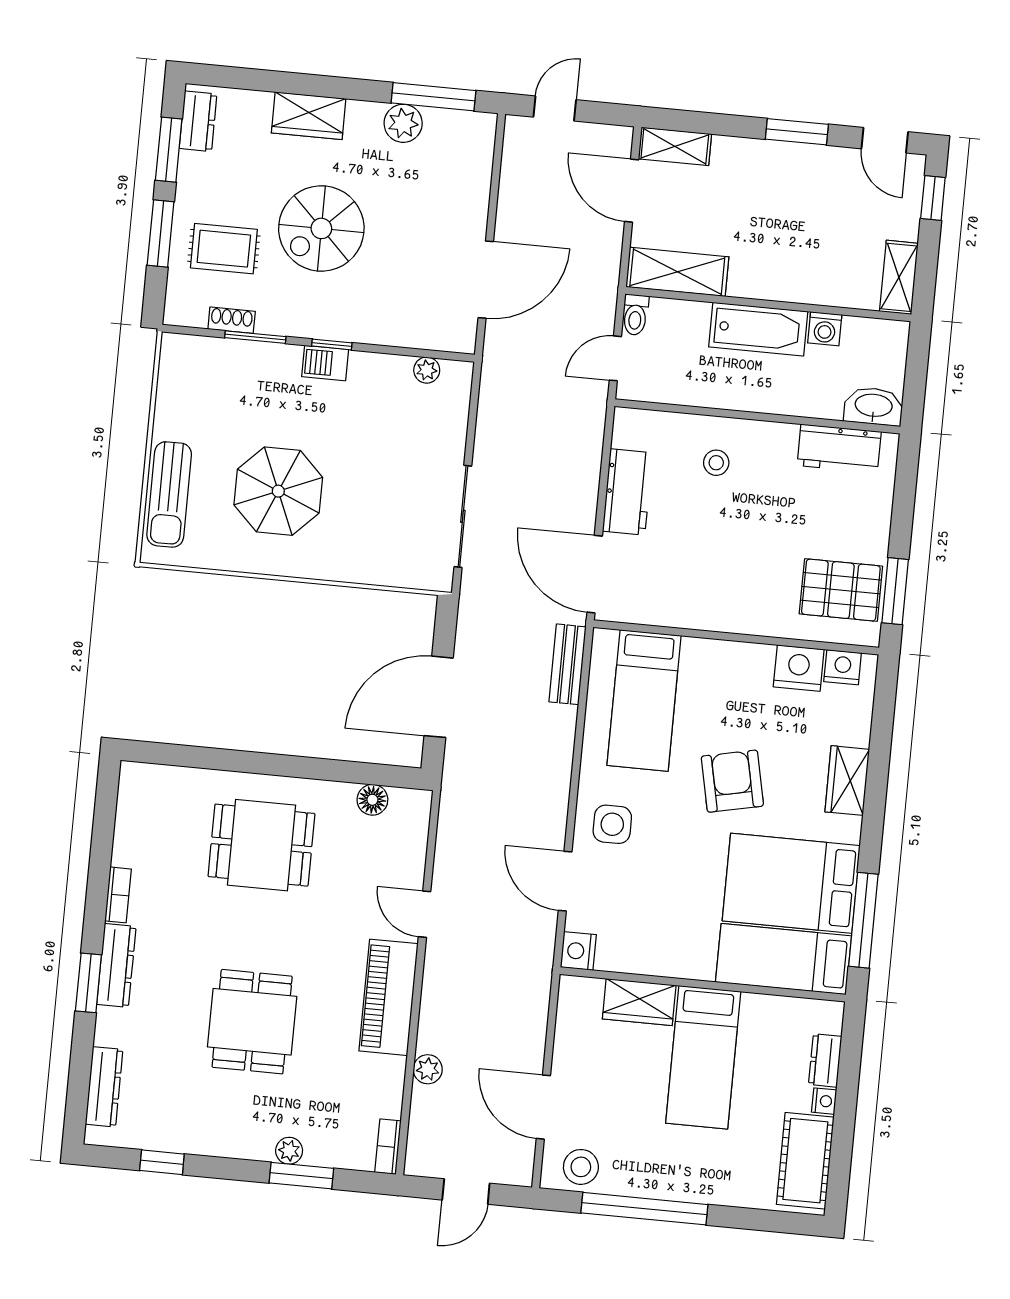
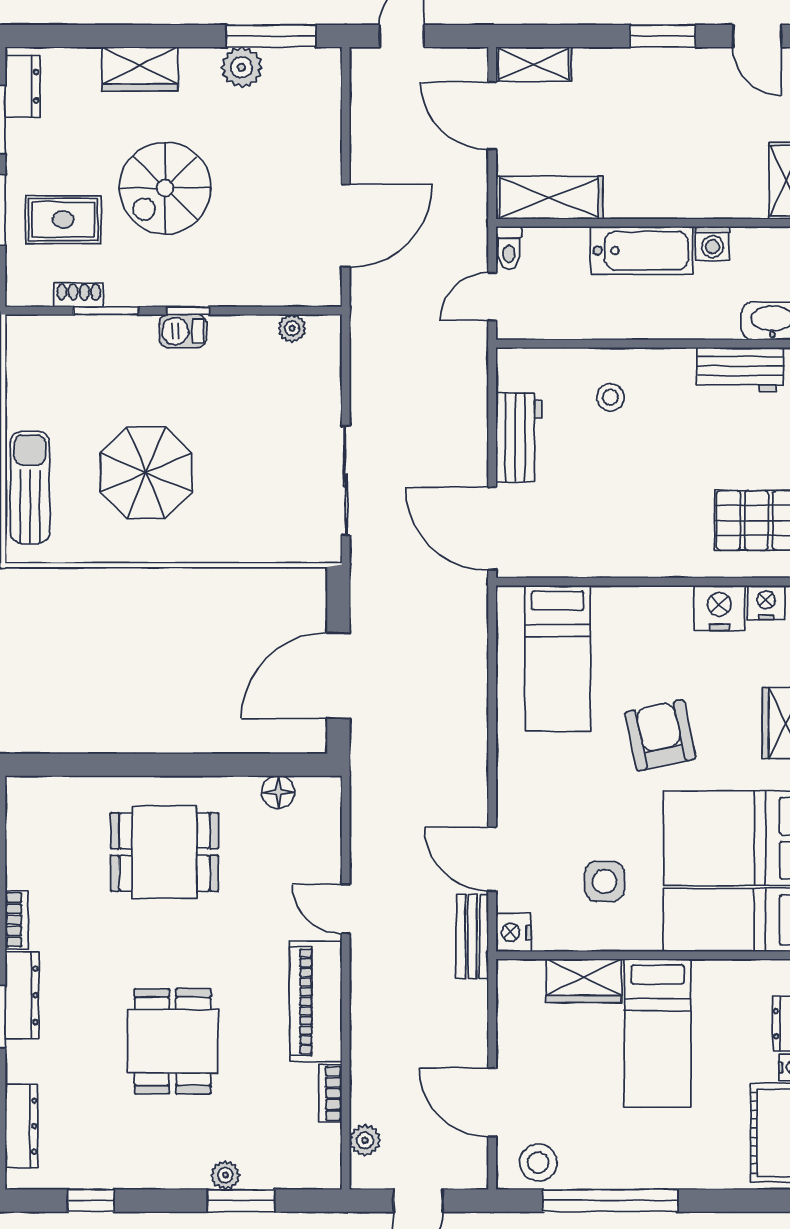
sun lounger: (169, 494) -> (30, 487), turned 180
bench: (568, 664) -> (472, 936), moved
side table: (612, 824) -> (604, 881), moved
plant: (428, 1069) -> (365, 1140), moved
bookcase: (388, 1147) -> (330, 1093), moved

